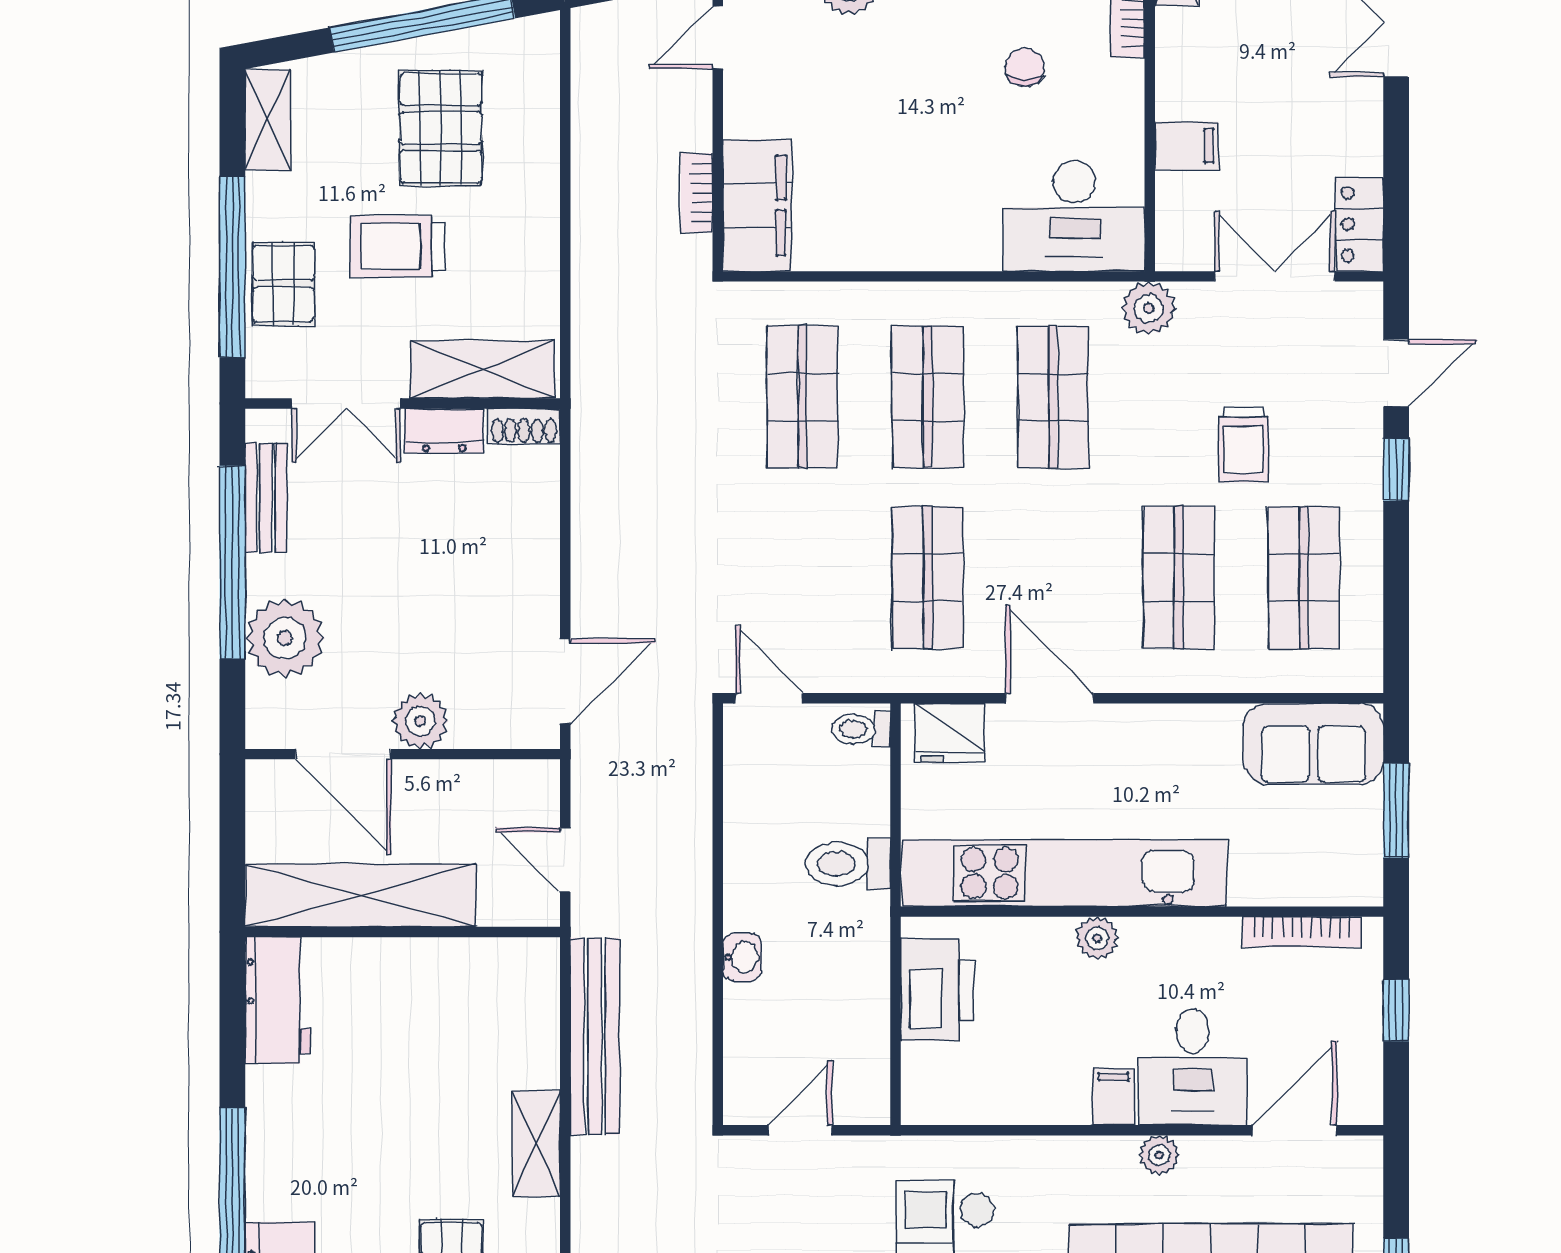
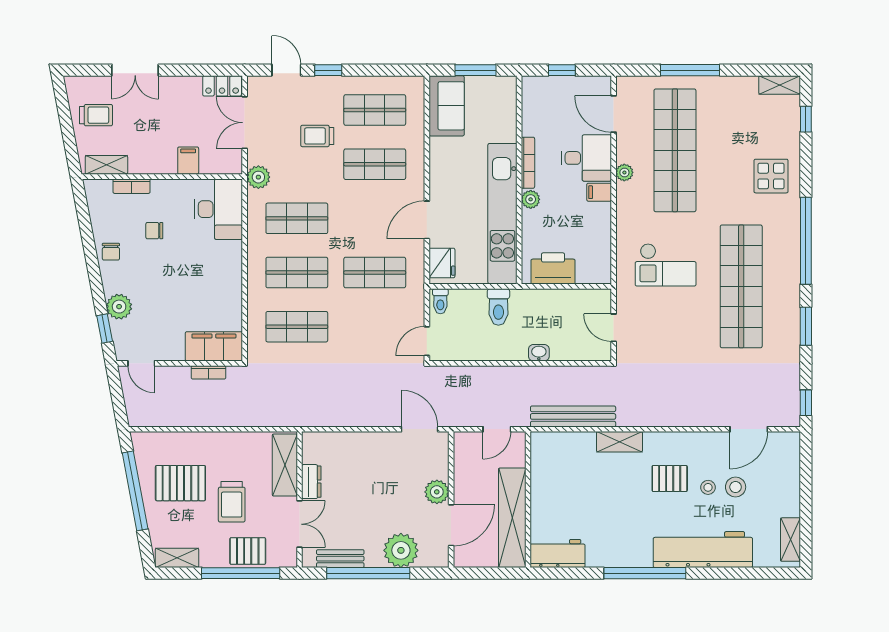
shoe rack: (524, 426) -> (309, 447), removed
trolley: (1244, 444) -> (317, 136), turned 180
bookcase: (1302, 932) -> (528, 163), moved

